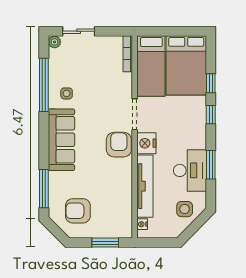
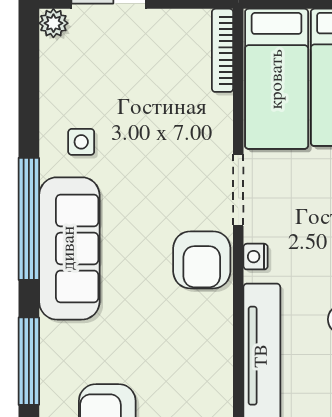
window: (44, 85) -> (29, 219), moved
nightstand: (146, 143) -> (256, 257), width x0.53, depth x0.56
armchair: (119, 145) -> (202, 260), turned 180

